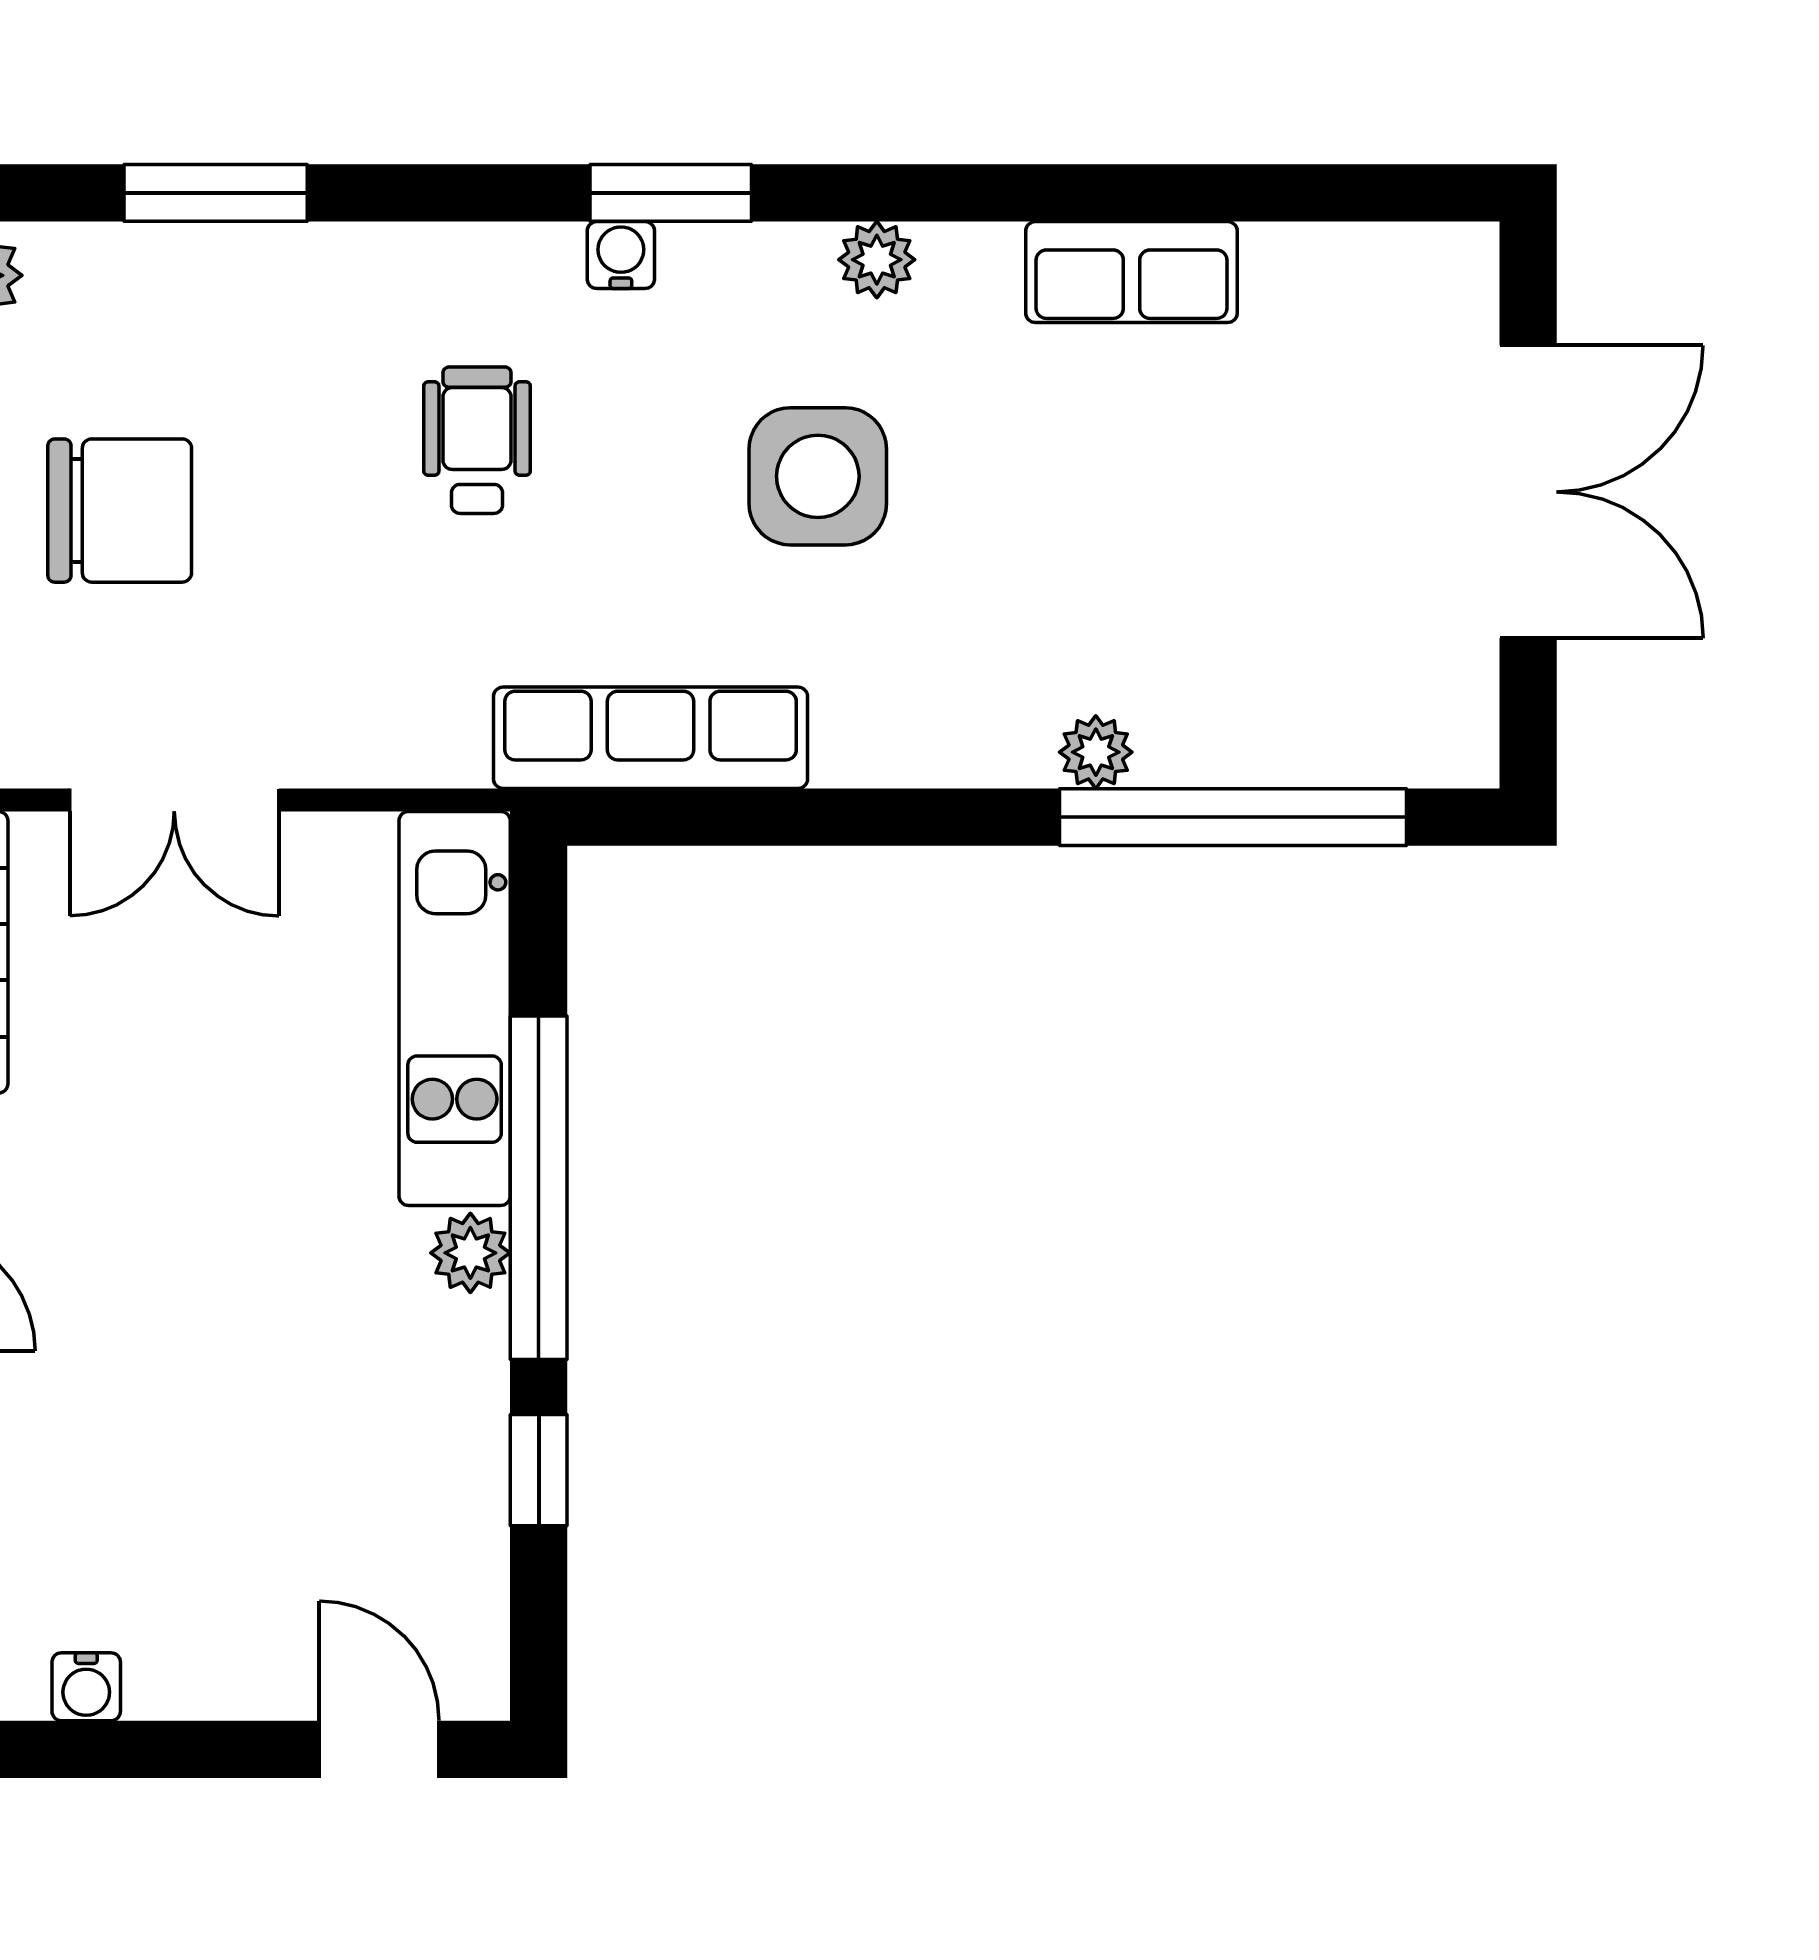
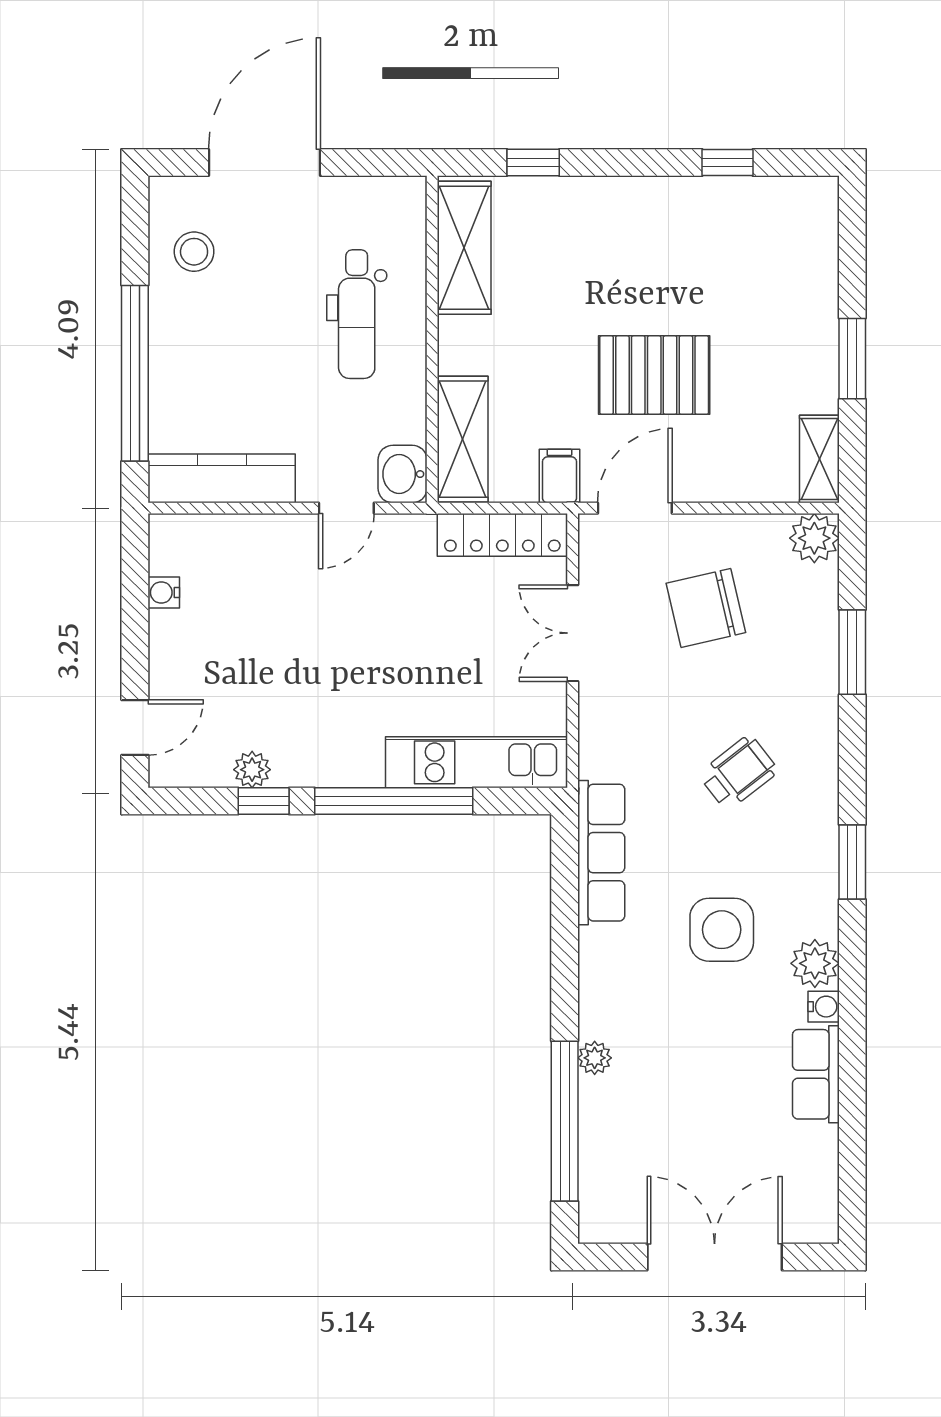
water cooler: (621, 255) -> (824, 1007), moved
plant: (877, 260) -> (815, 963), width x1.38, depth x1.38
wheelchair: (477, 440) -> (738, 773), turned -38
double door: (1528, 492) -> (715, 1257), swing flipped
chair: (120, 511) -> (706, 608), turned 77
plant: (470, 1253) -> (252, 770), moved

